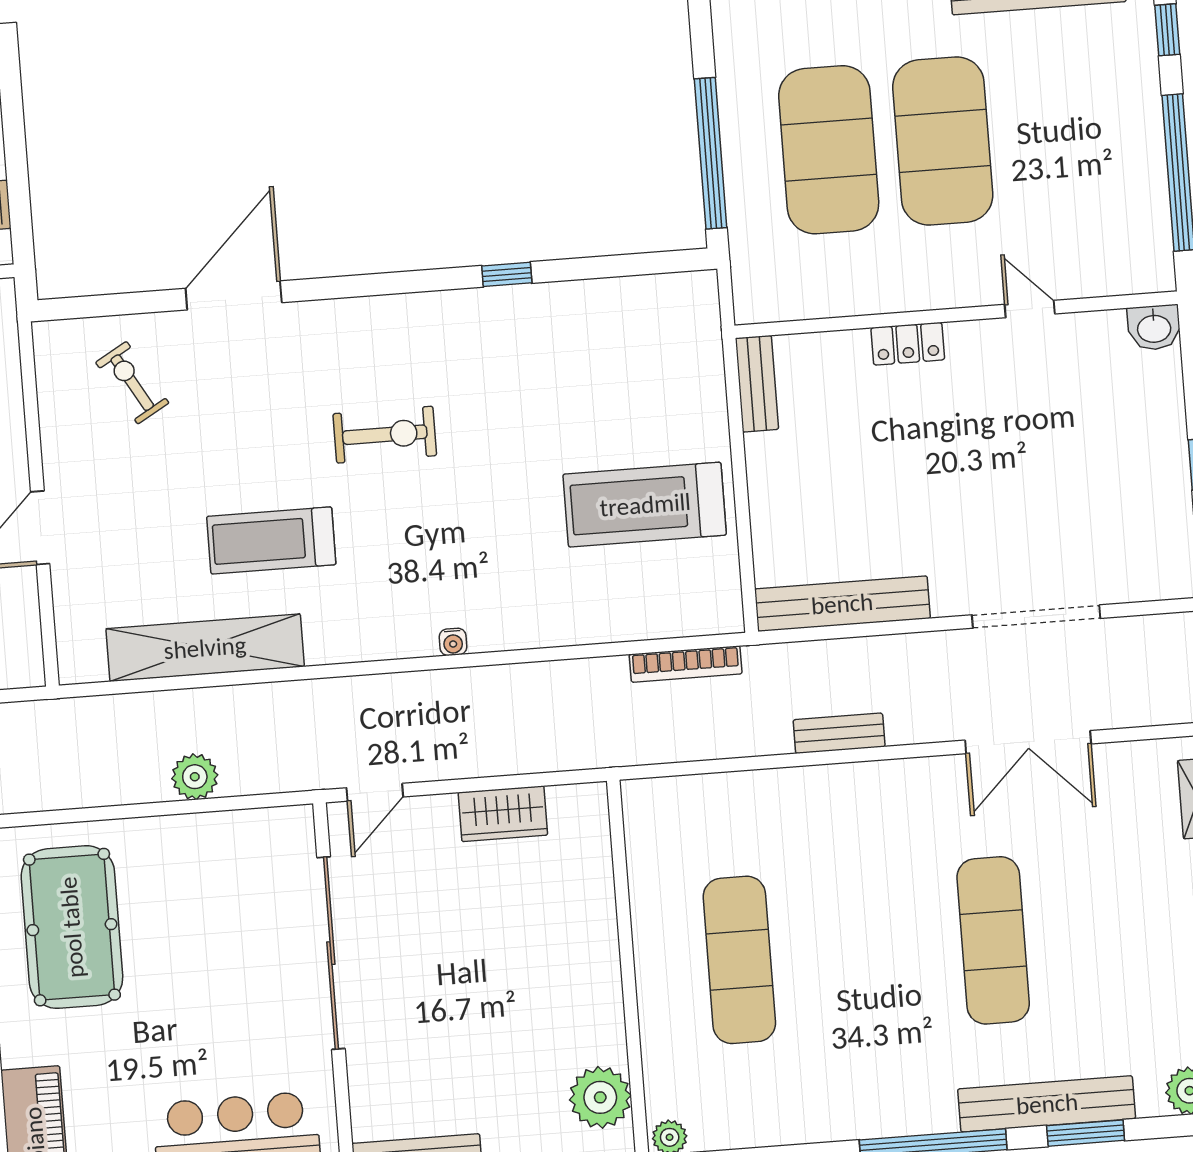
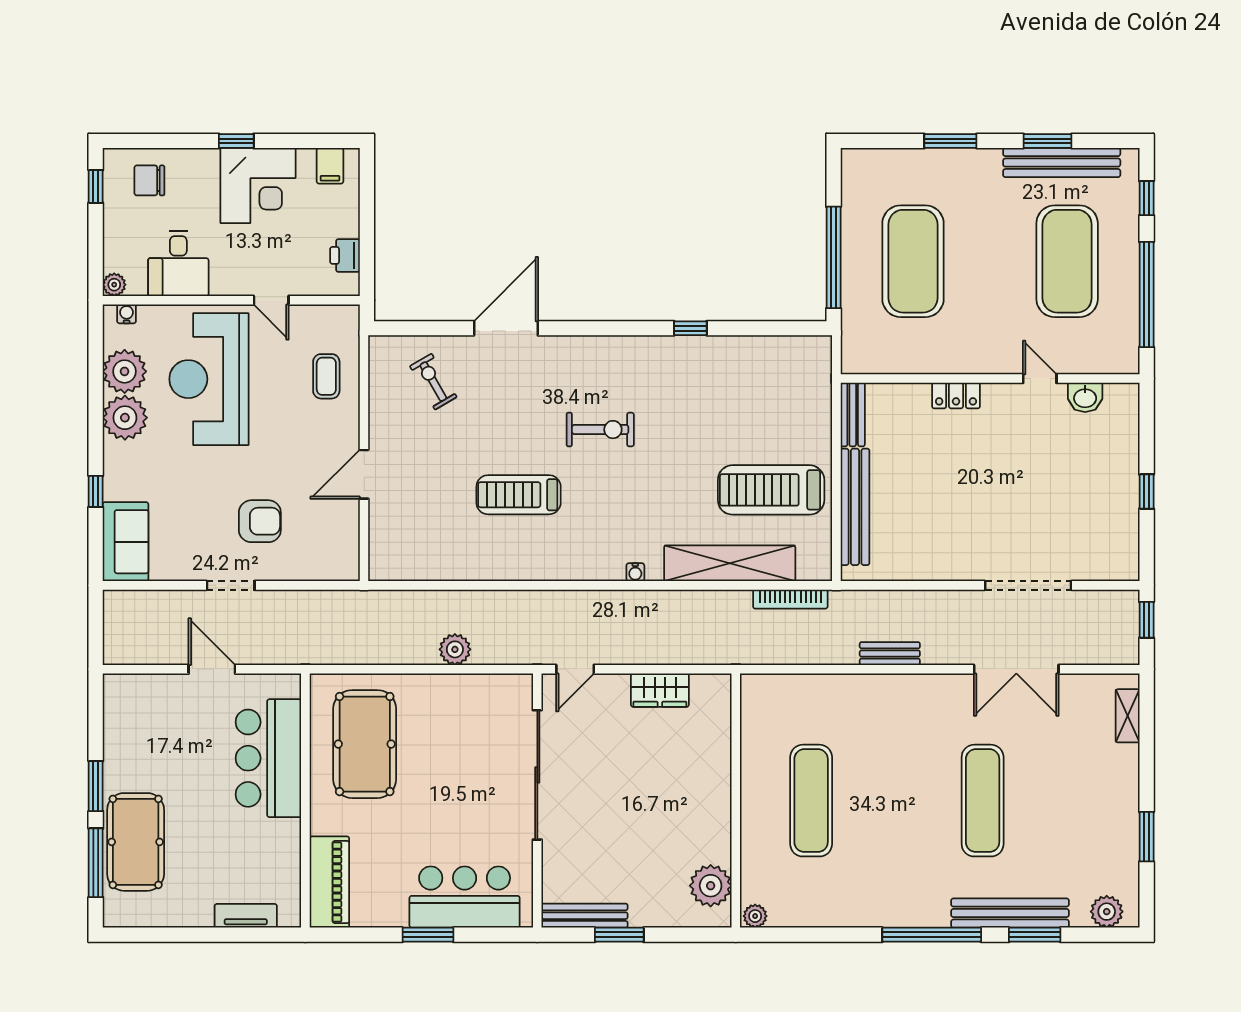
exercise mat: (943, 141) -> (1067, 261), moved
washbasin: (1154, 328) -> (1085, 397), moved
bench: (842, 604) -> (855, 507), moved, turned 90
shelving: (205, 648) -> (730, 563), moved

